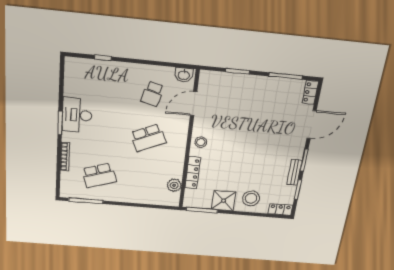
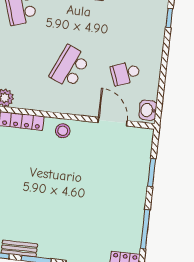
school desk: (152, 94) -> (125, 73), turned -36
school desk: (148, 138) -> (70, 67), turned 48

